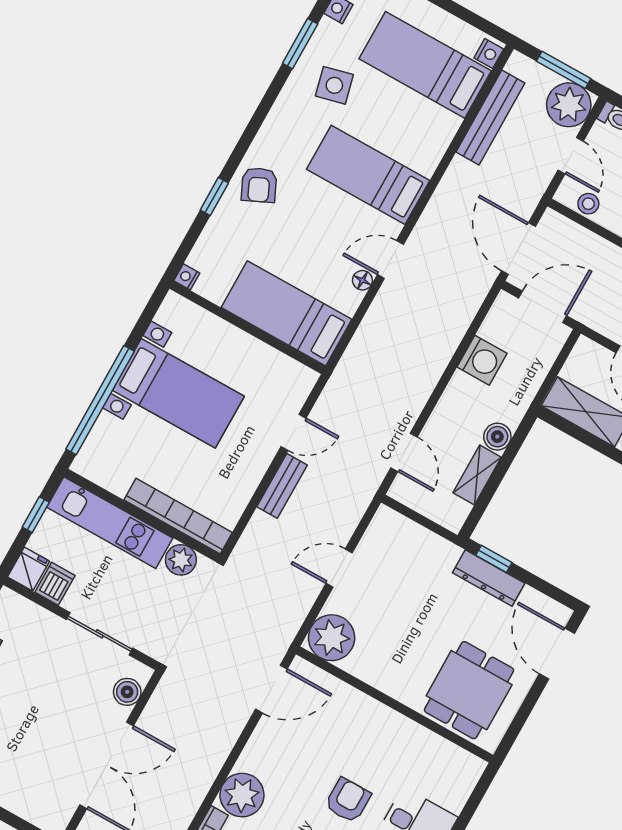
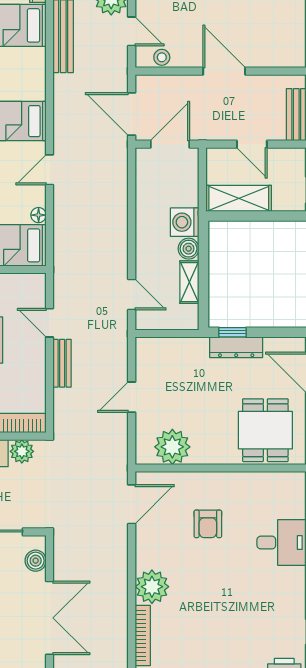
floor lamp: (362, 280) -> (39, 215), moved
washing machine: (482, 360) -> (185, 222), moved, turned 180
door: (294, 432) -> (50, 323), swing flipped
plant: (332, 638) -> (172, 447), moved
armchair: (348, 800) -> (208, 524), moved, turned 180

